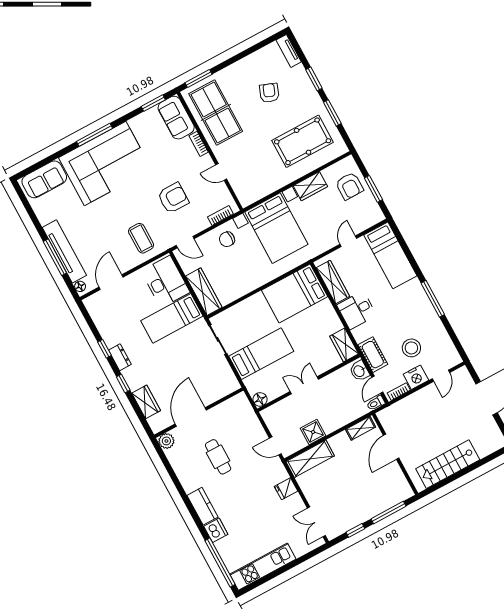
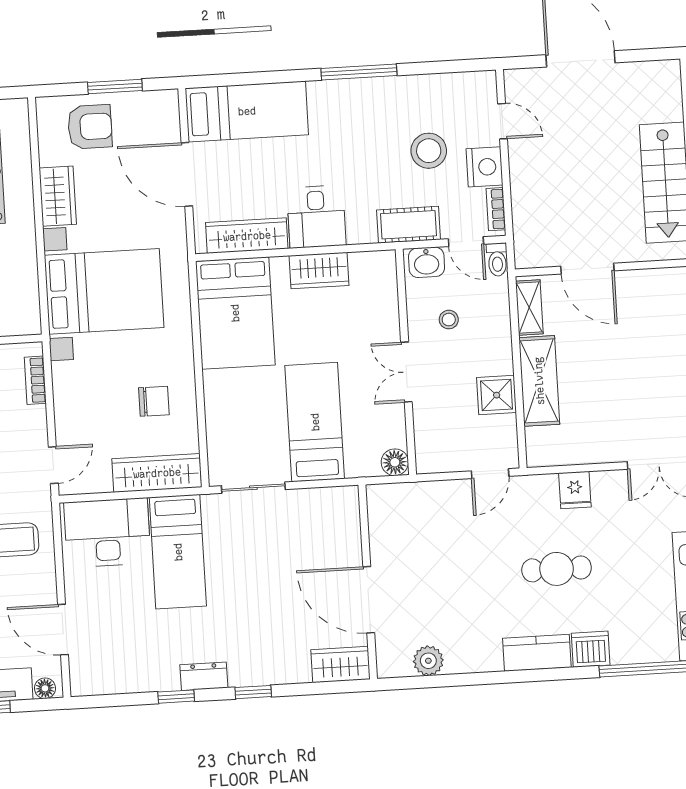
chair: (227, 239) -> (154, 401), moved, turned -90
door: (348, 241) -> (187, 174), width x1.88
wardrobe: (344, 345) -> (319, 271), moved
stool: (338, 394) -> (449, 320), added
wardrobe: (146, 402) -> (340, 664), moved
plant: (166, 441) -> (428, 661), moved
cafe table: (218, 457) -> (557, 569), moved
shelving: (310, 459) -> (539, 381), moved

